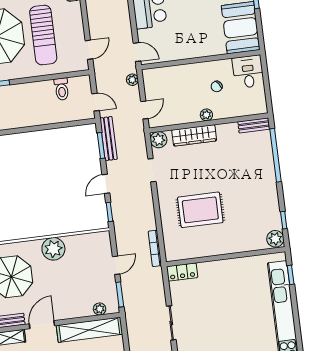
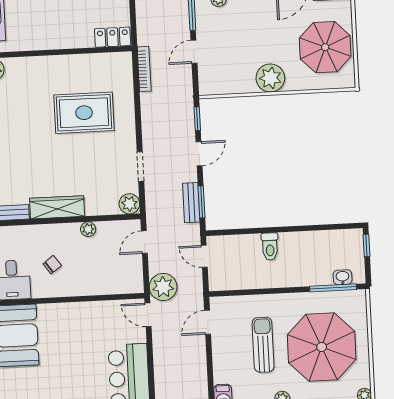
sun lounger: (43, 35) -> (263, 345), width x0.73, depth x0.75
plant: (132, 80) -> (163, 287), width x1.88, depth x1.88
toilet: (62, 89) -> (270, 247), moved, turned 180
plant: (206, 115) -> (88, 229), moved
wardrobe: (194, 135) -> (57, 207), moved
bench: (109, 139) -> (191, 203), width x0.73

